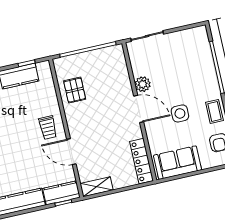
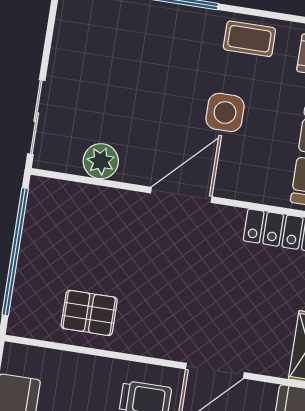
plant: (143, 84) -> (101, 161), moved

